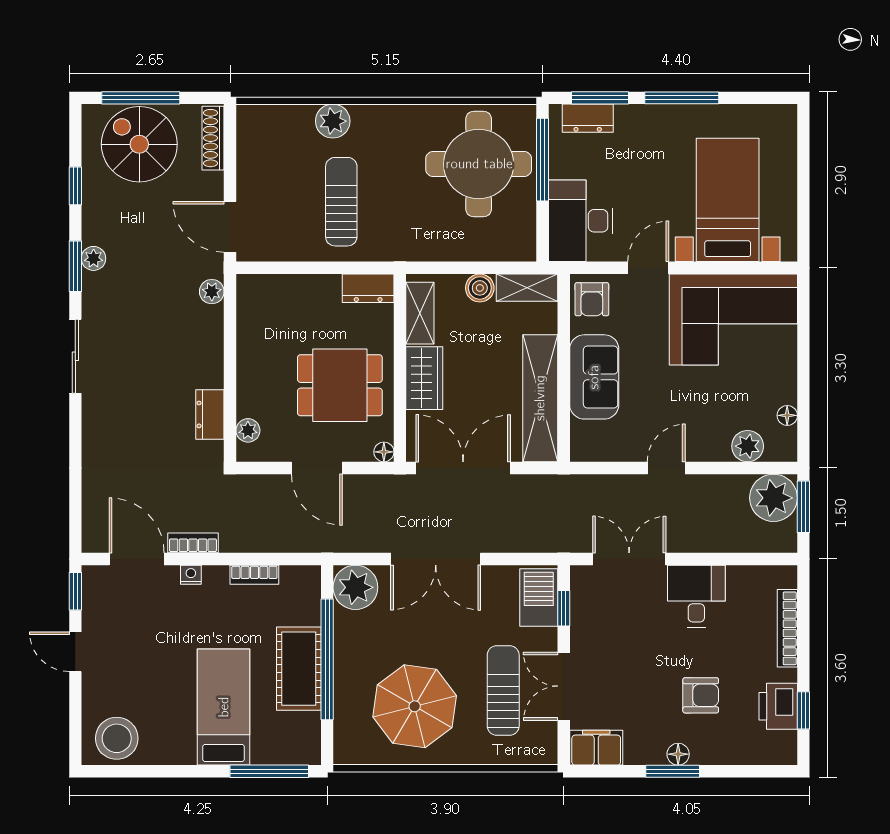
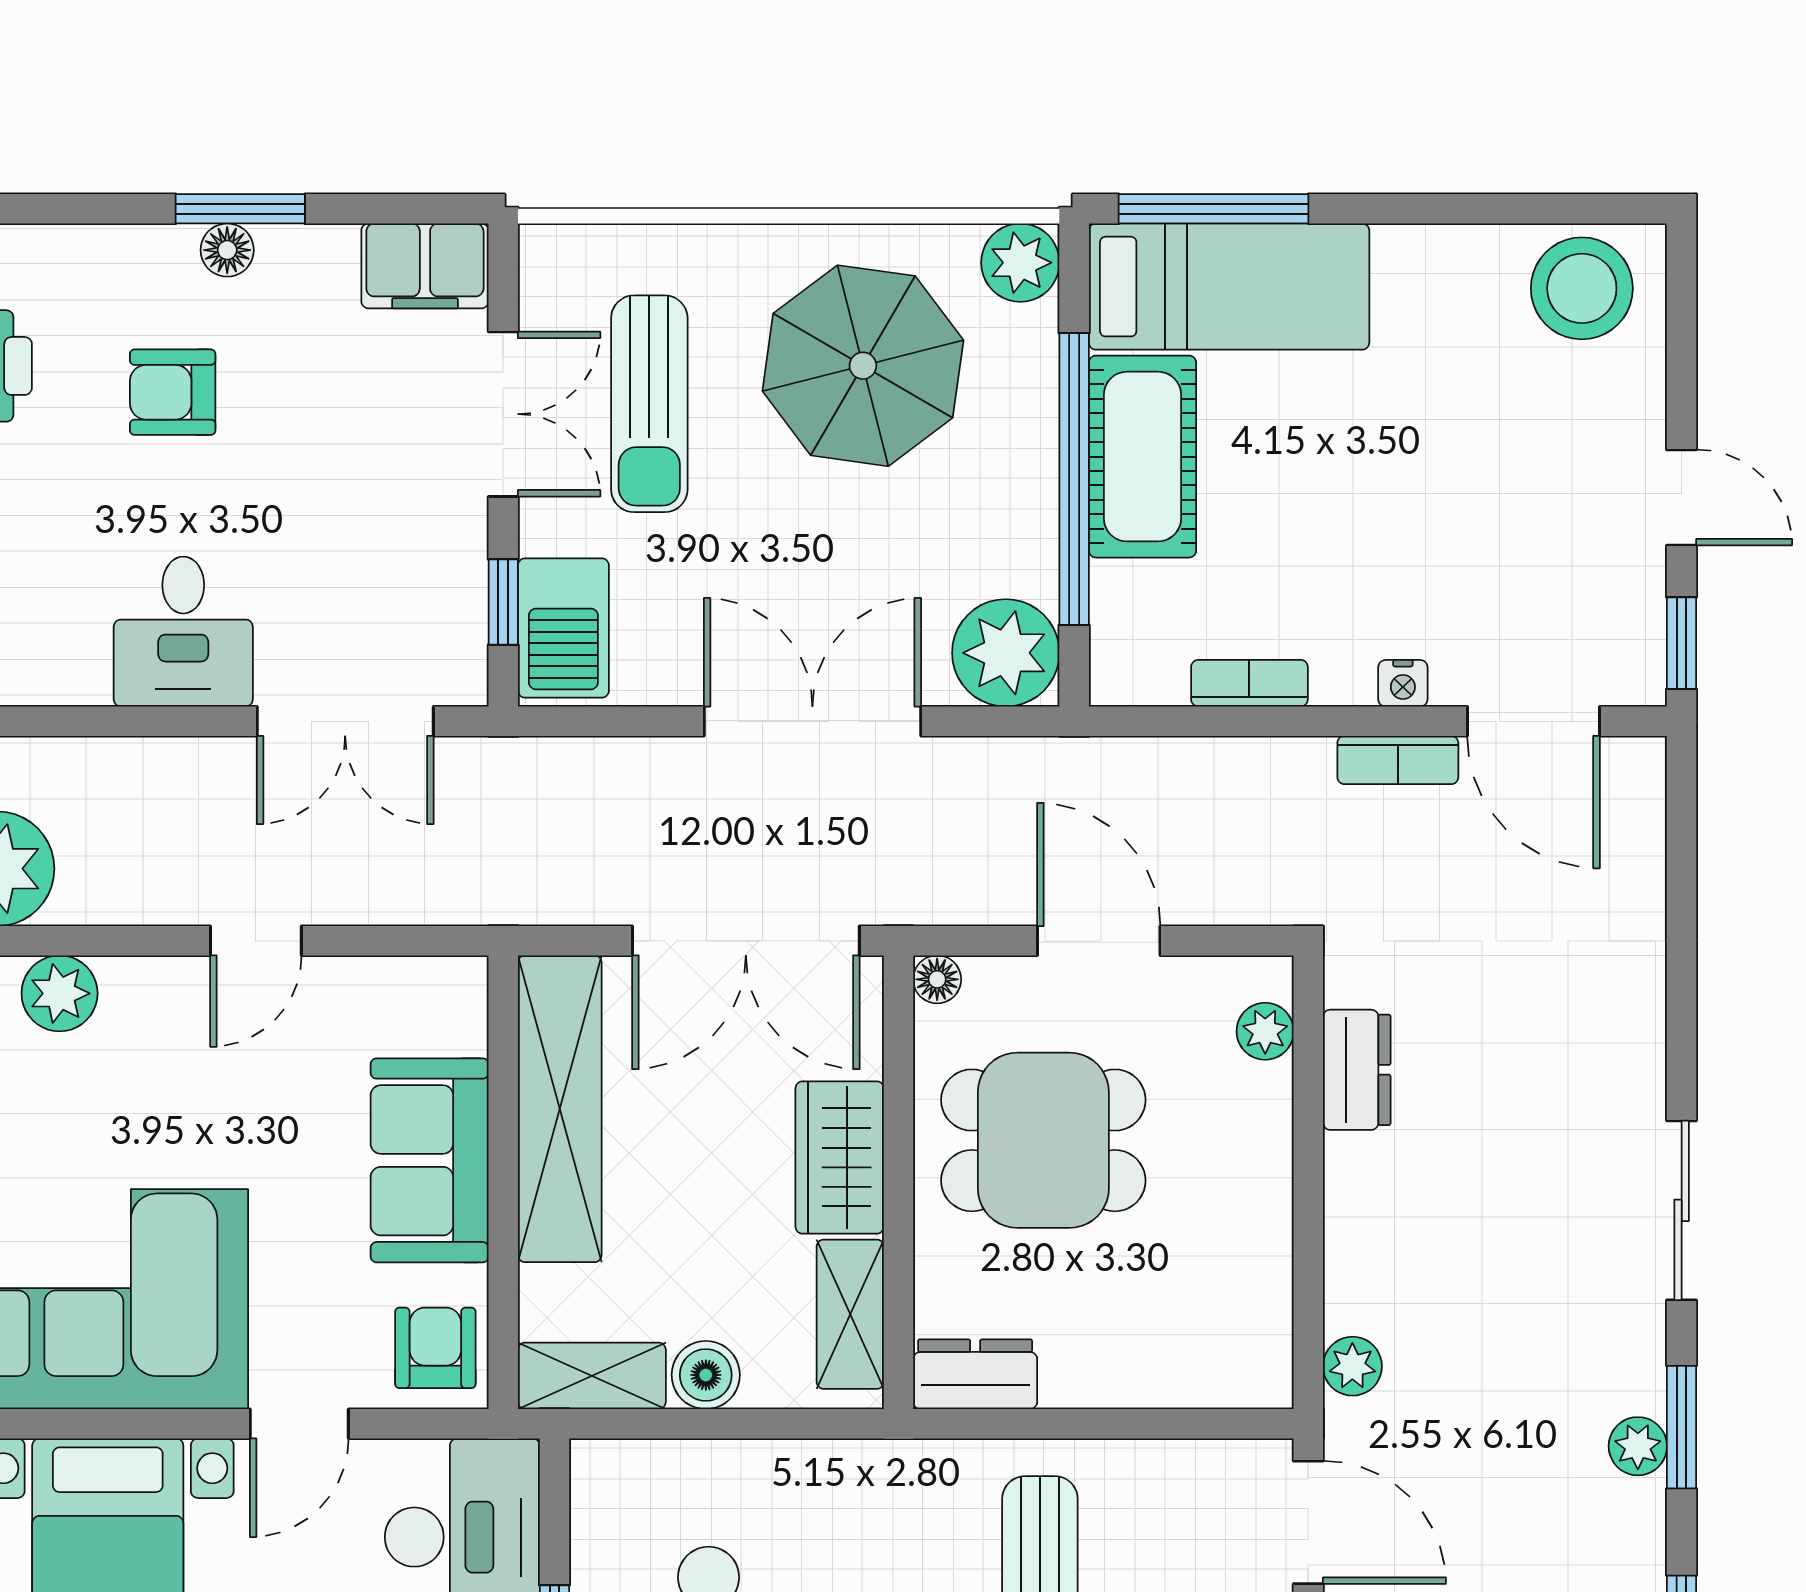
bed: (224, 707) -> (1229, 287), moved, turned -90
plant: (349, 749) -> (1020, 263), added

